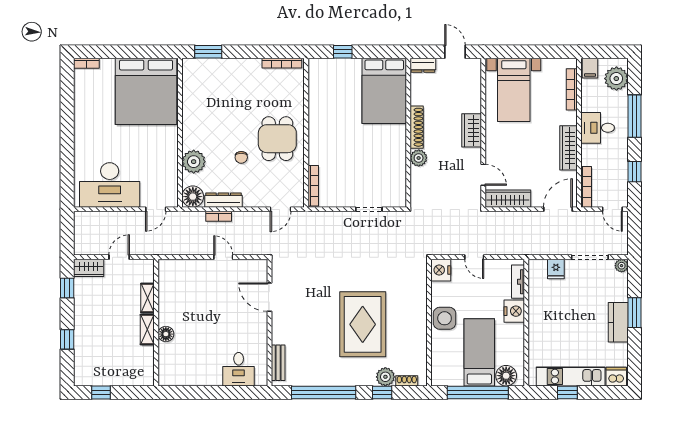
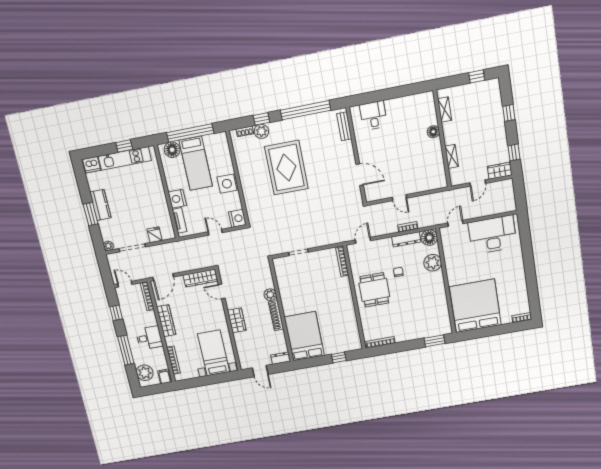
shelving: (147, 330) -> (445, 110), moved

